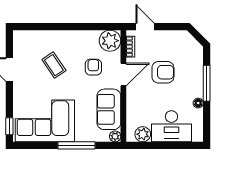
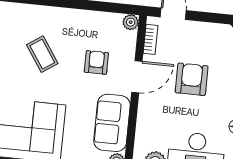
plant: (110, 41) -> (131, 22), width x0.53, depth x0.53
armchair: (163, 72) -> (192, 79), turned -90

